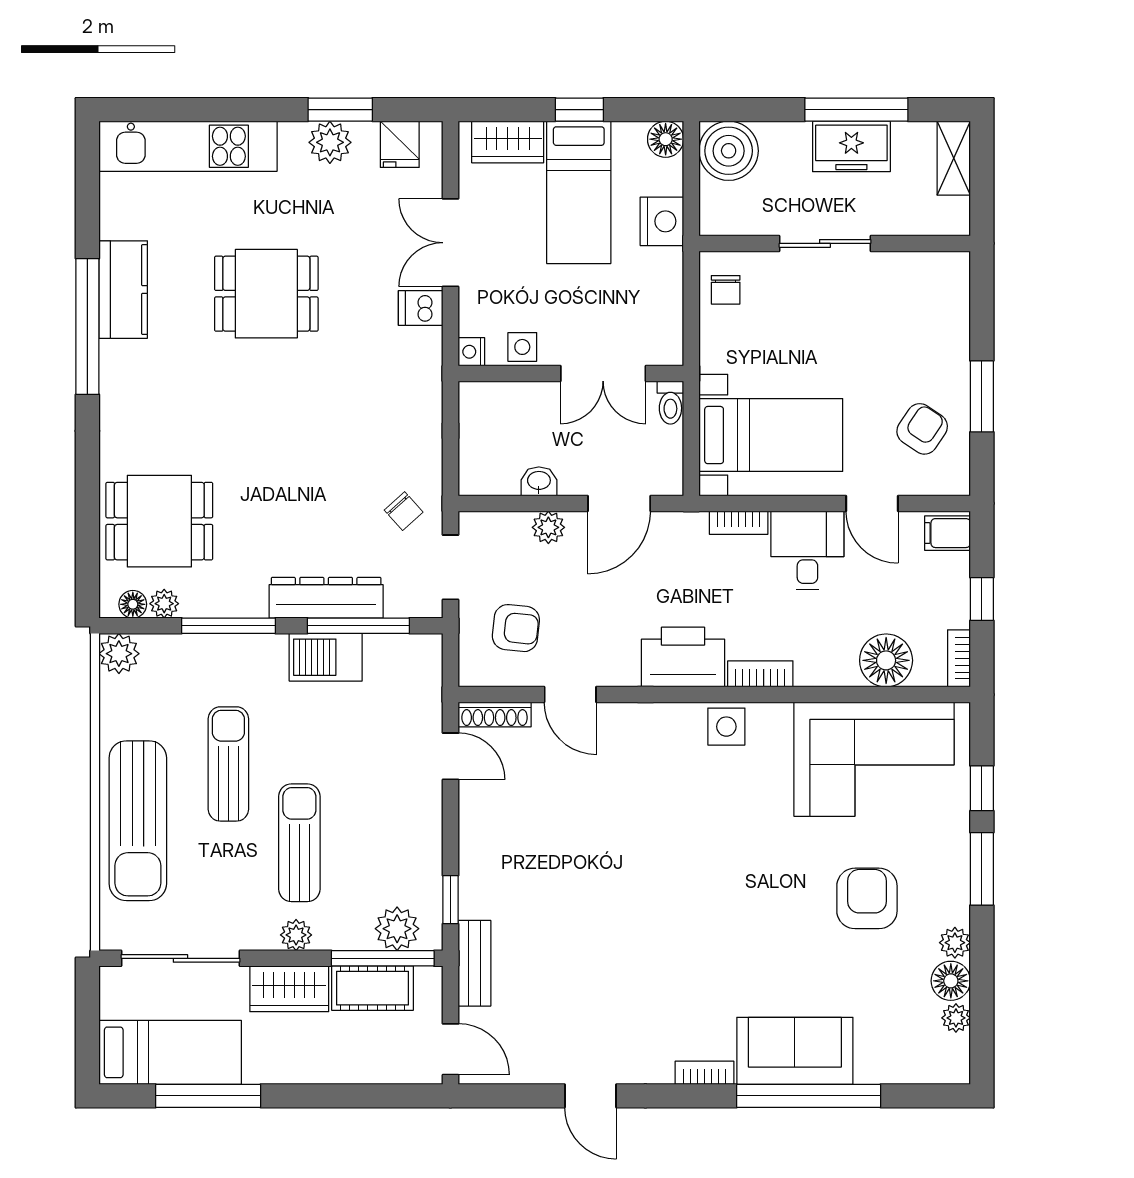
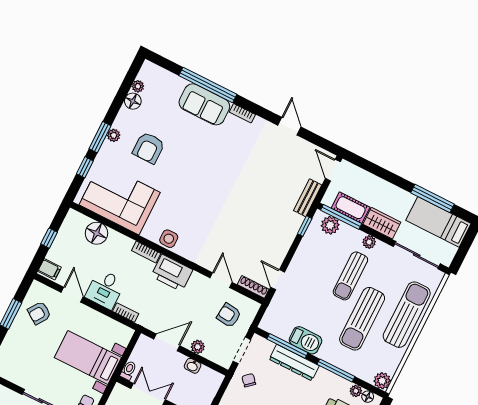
bed with nightstands: (771, 435) -> (88, 357), moved
bookcase: (959, 658) -> (69, 220), removed
sun lounger: (228, 764) -> (362, 319), width x1.36, depth x1.34
plant: (955, 943) -> (114, 135), moved

